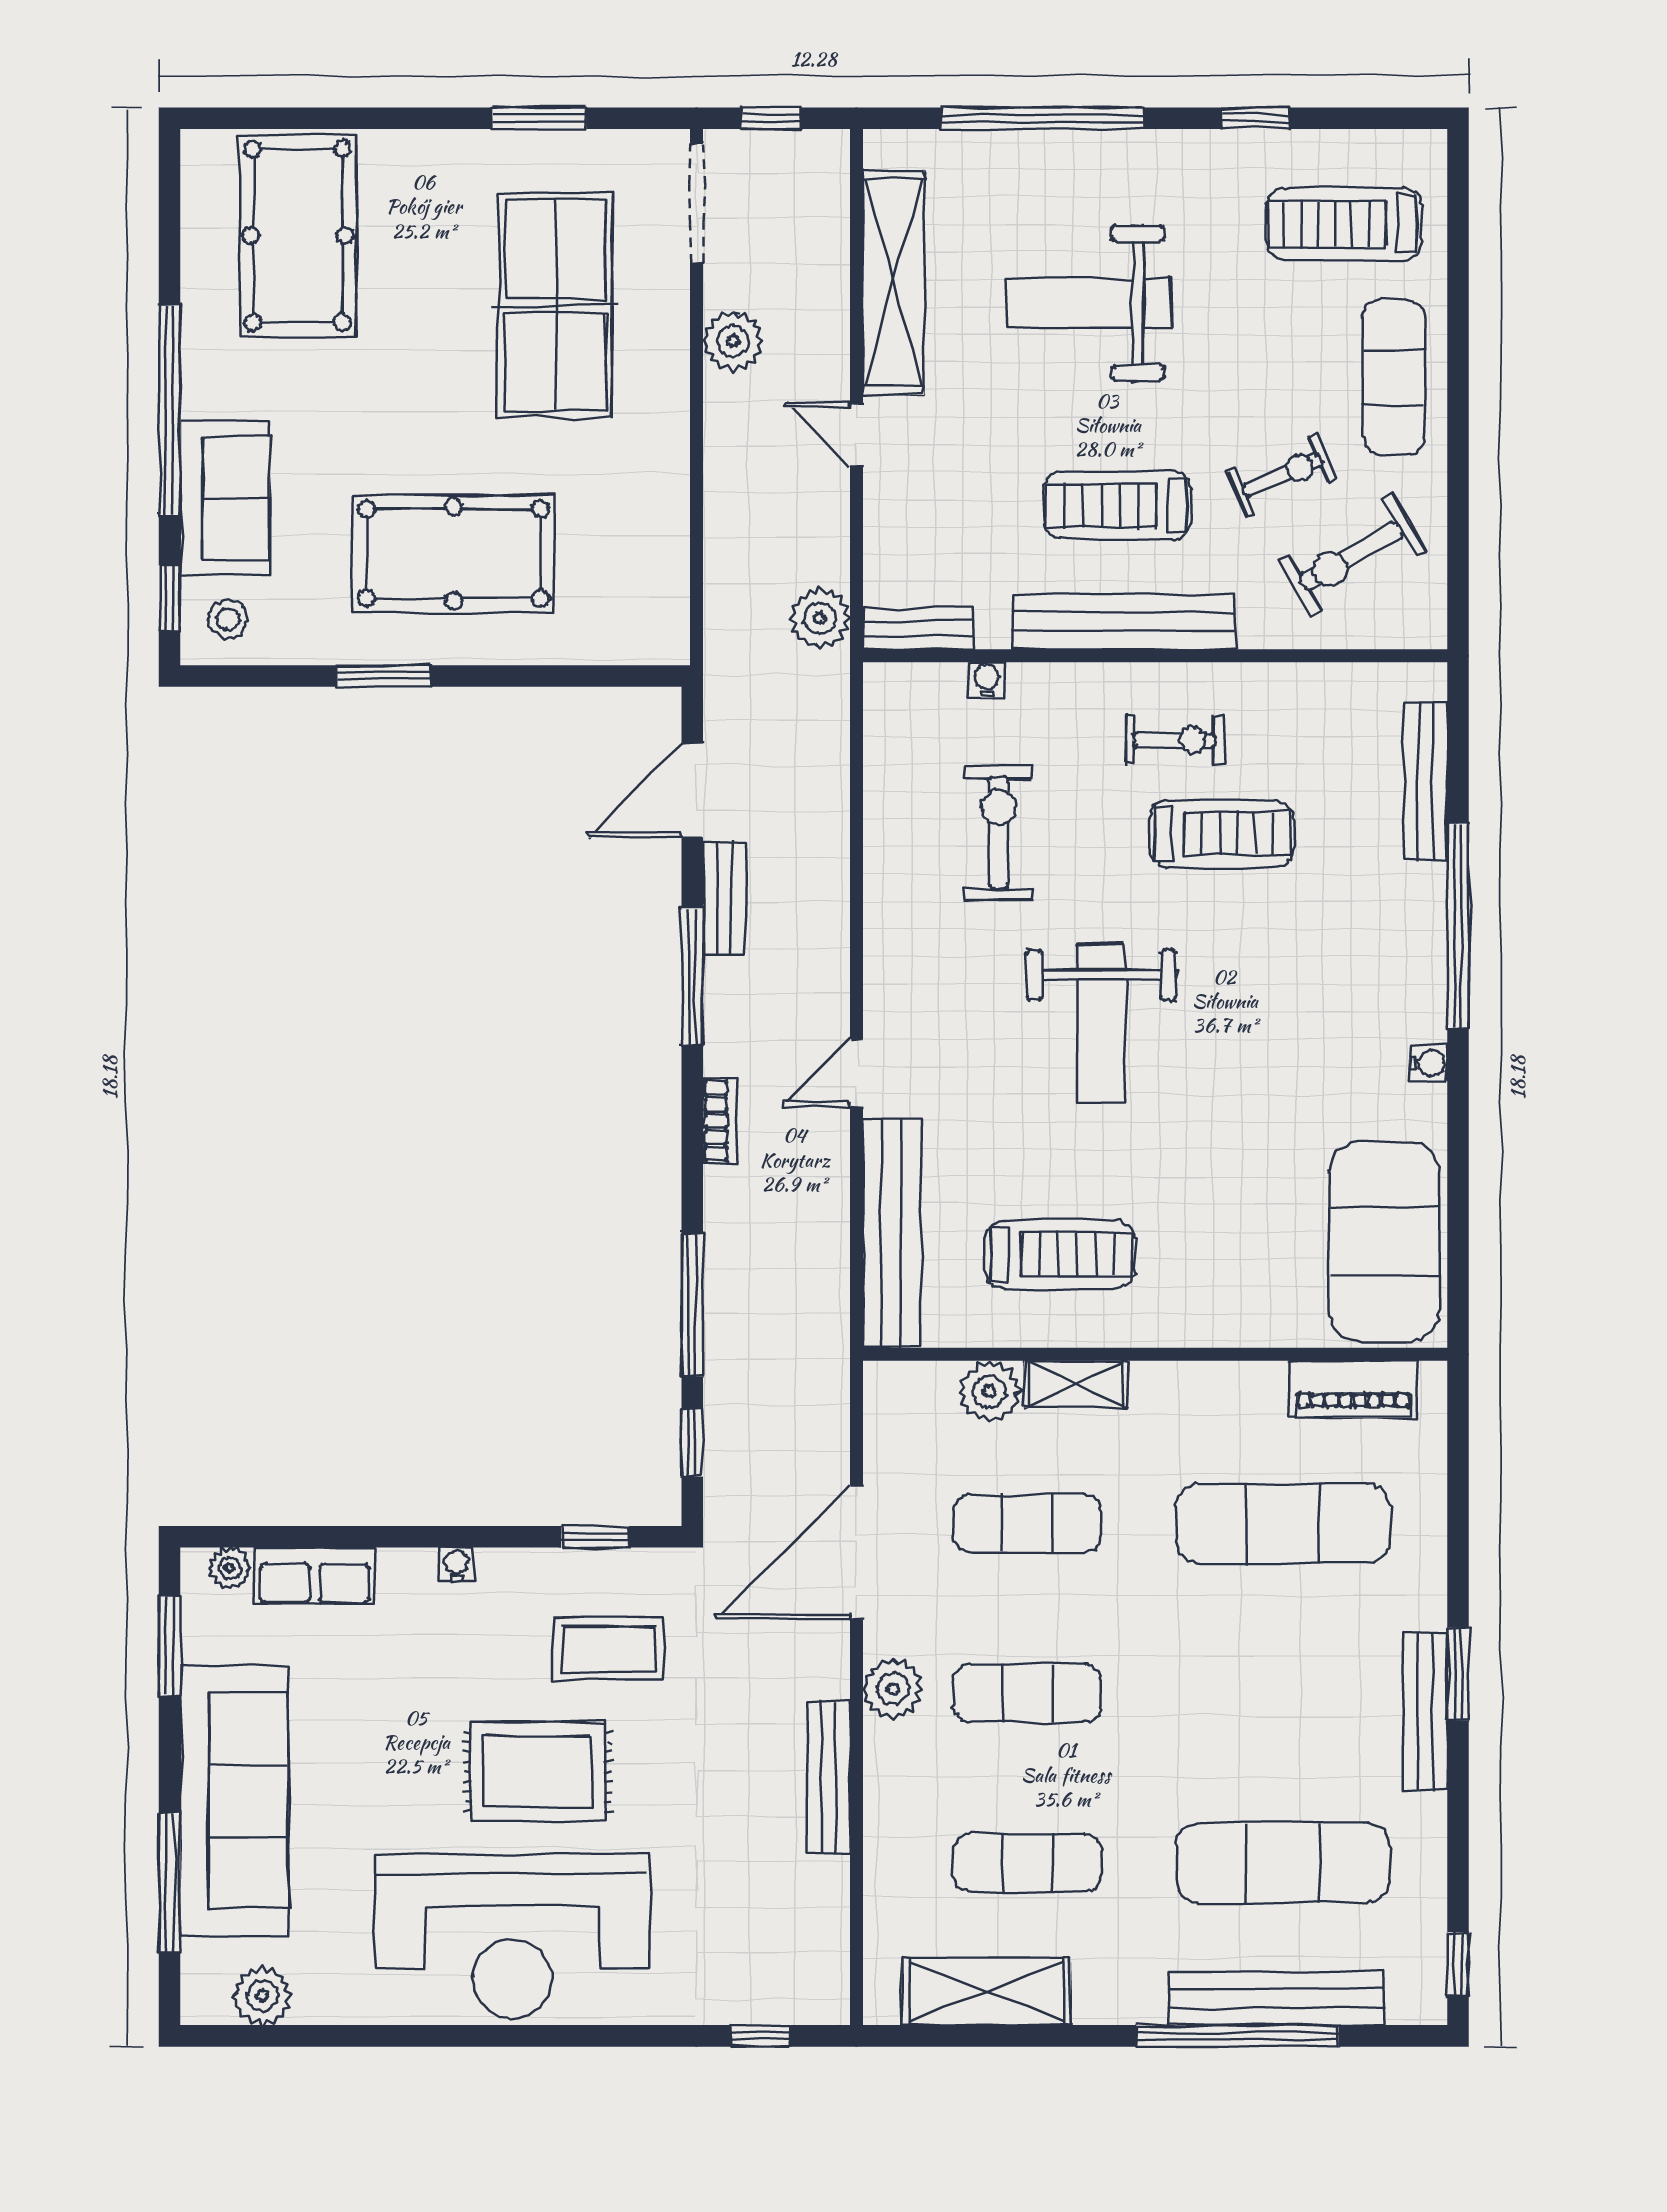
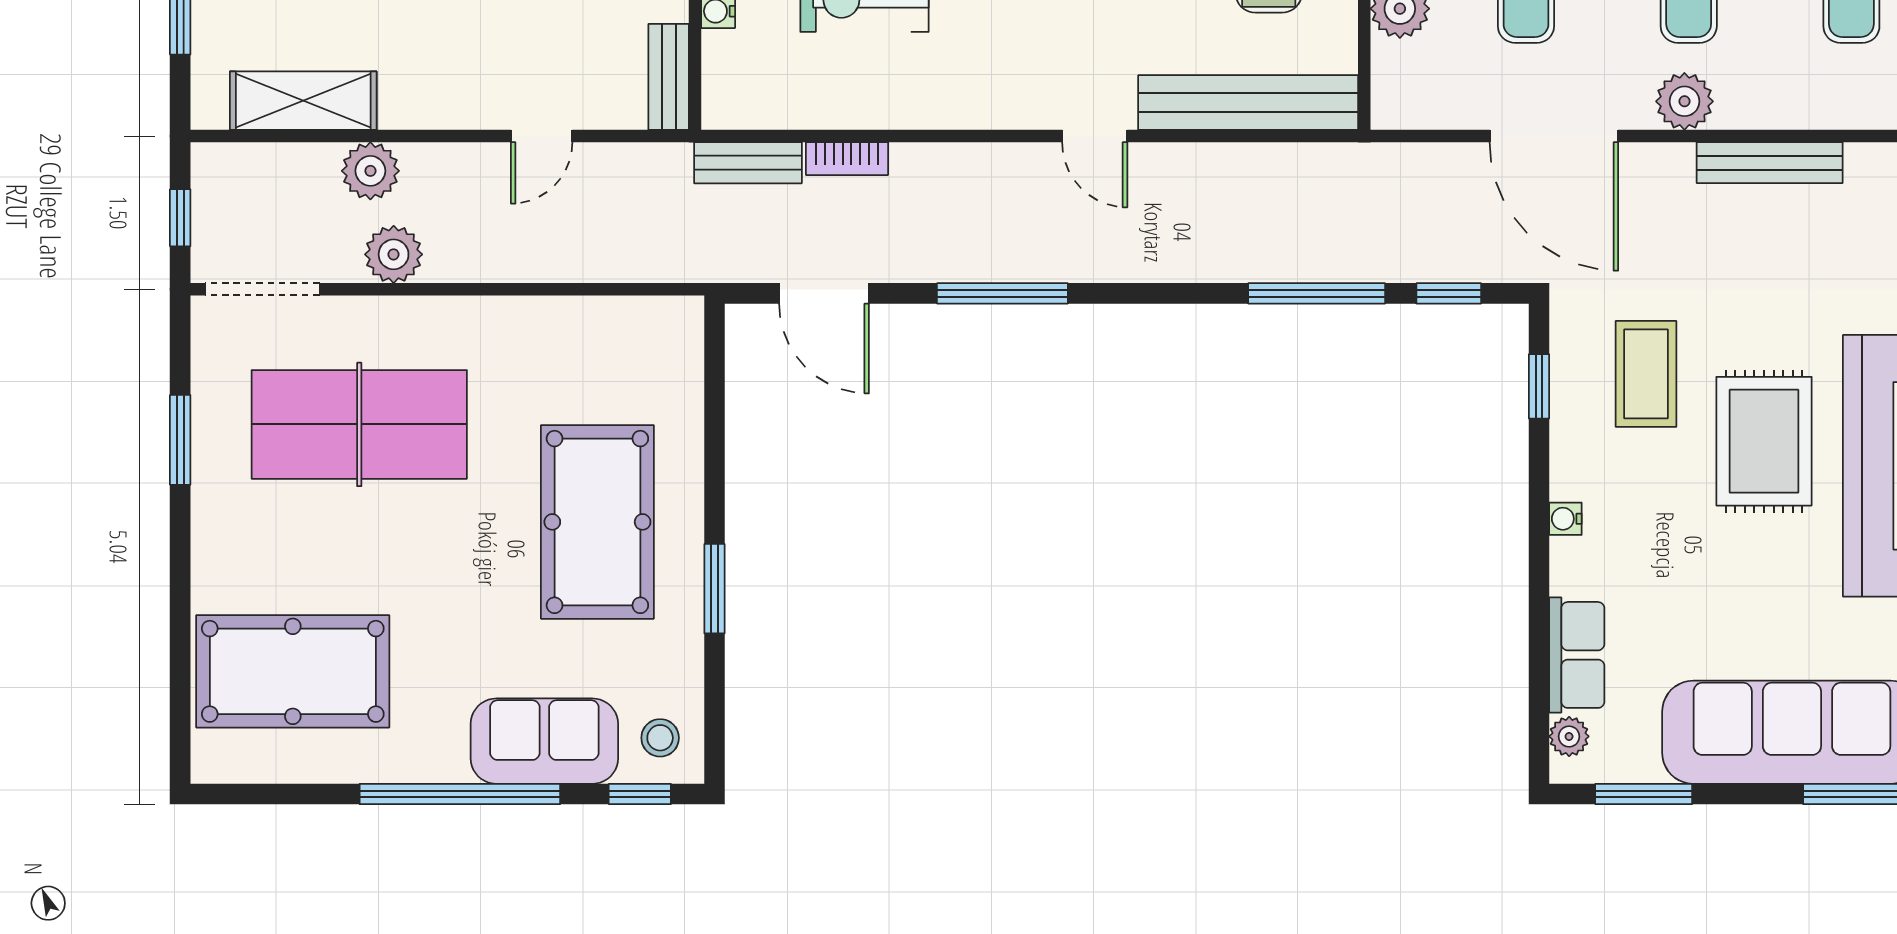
shelving: (893, 282) -> (303, 101), width x0.68
door: (856, 435) -> (542, 136), moved
plant: (820, 618) -> (370, 171), moved
bench: (724, 897) -> (748, 163), moved
bookcase: (720, 1121) -> (847, 159), moved, turned 180

